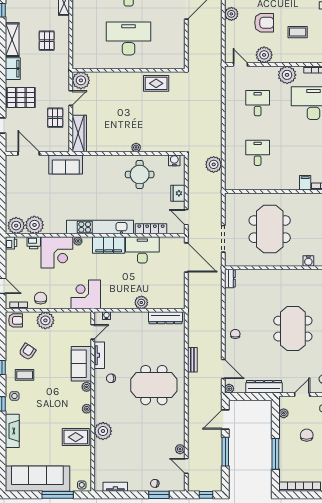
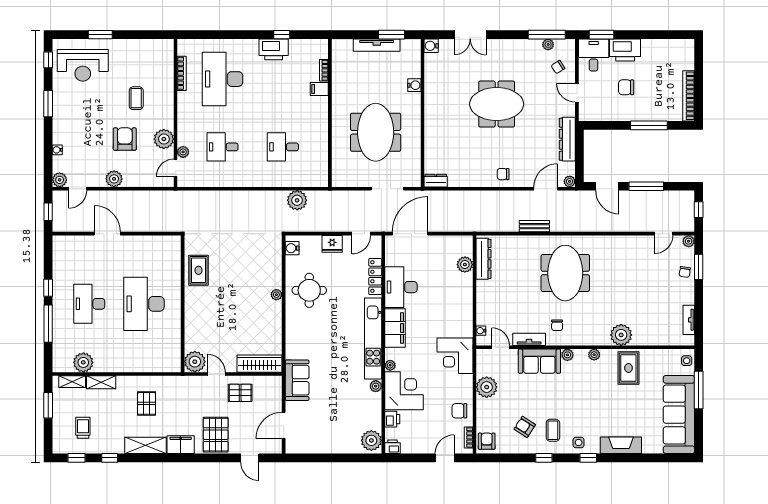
pallet: (47, 41) -> (147, 403), turned 90
plant: (287, 75) -> (183, 152), moved, width x0.53, depth x0.53
plant: (34, 225) -> (376, 386), moved, width x0.53, depth x0.53
meeting table: (270, 229) -> (376, 132), turned 90
plant: (141, 302) -> (465, 265), moved
plant: (45, 320) -> (487, 387), moved
plant: (284, 413) -> (600, 115), removed
plant: (180, 449) -> (689, 241), moved

